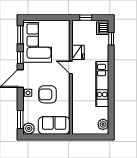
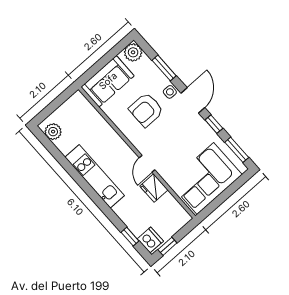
window: (86, 18) -> (167, 246), moved
corner sofa: (37, 42) -> (205, 178), moved, turned 90
door: (71, 67) -> (147, 164), swing flipped
armchair: (48, 94) -> (146, 110), turned 180
window: (20, 119) -> (164, 68), moved

